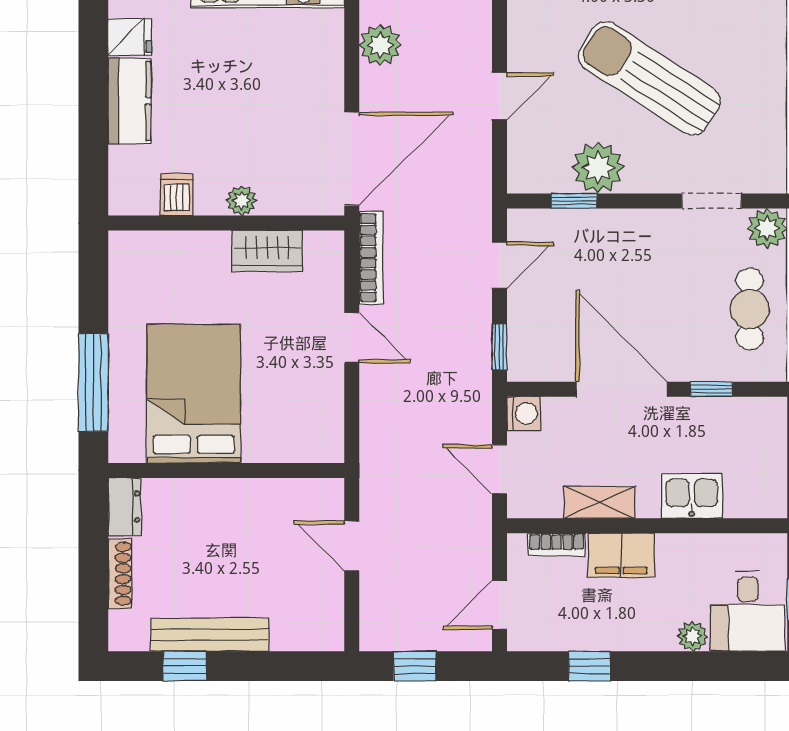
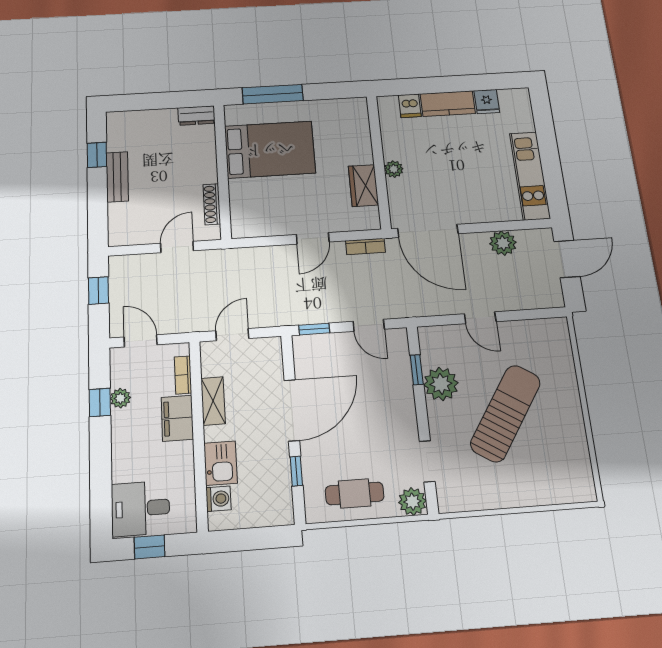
dishwasher: (177, 195) -> (410, 106), moved, turned 90
bookcase: (371, 258) -> (365, 246), width x0.64
washing machine: (524, 413) -> (218, 499), moved, turned -90
shoe rack: (120, 574) -> (212, 204), moved, turned 90
bench: (210, 635) -> (117, 177), width x0.73
plant: (692, 636) -> (120, 398), moved

